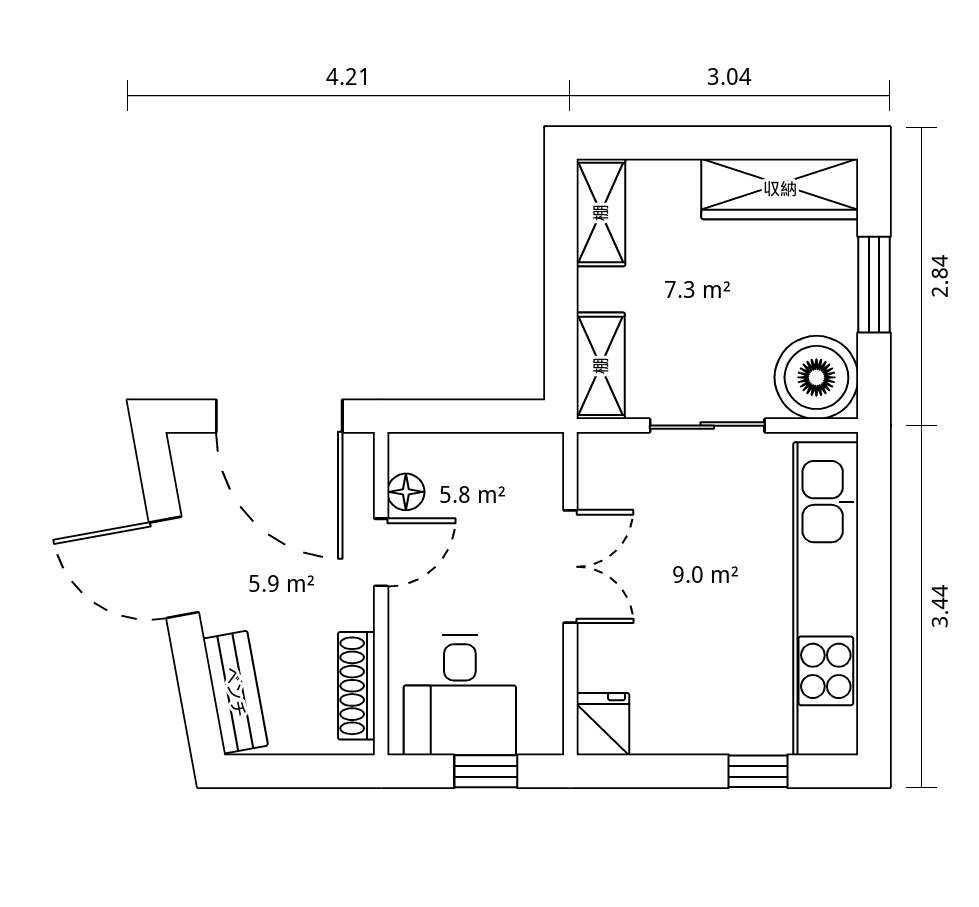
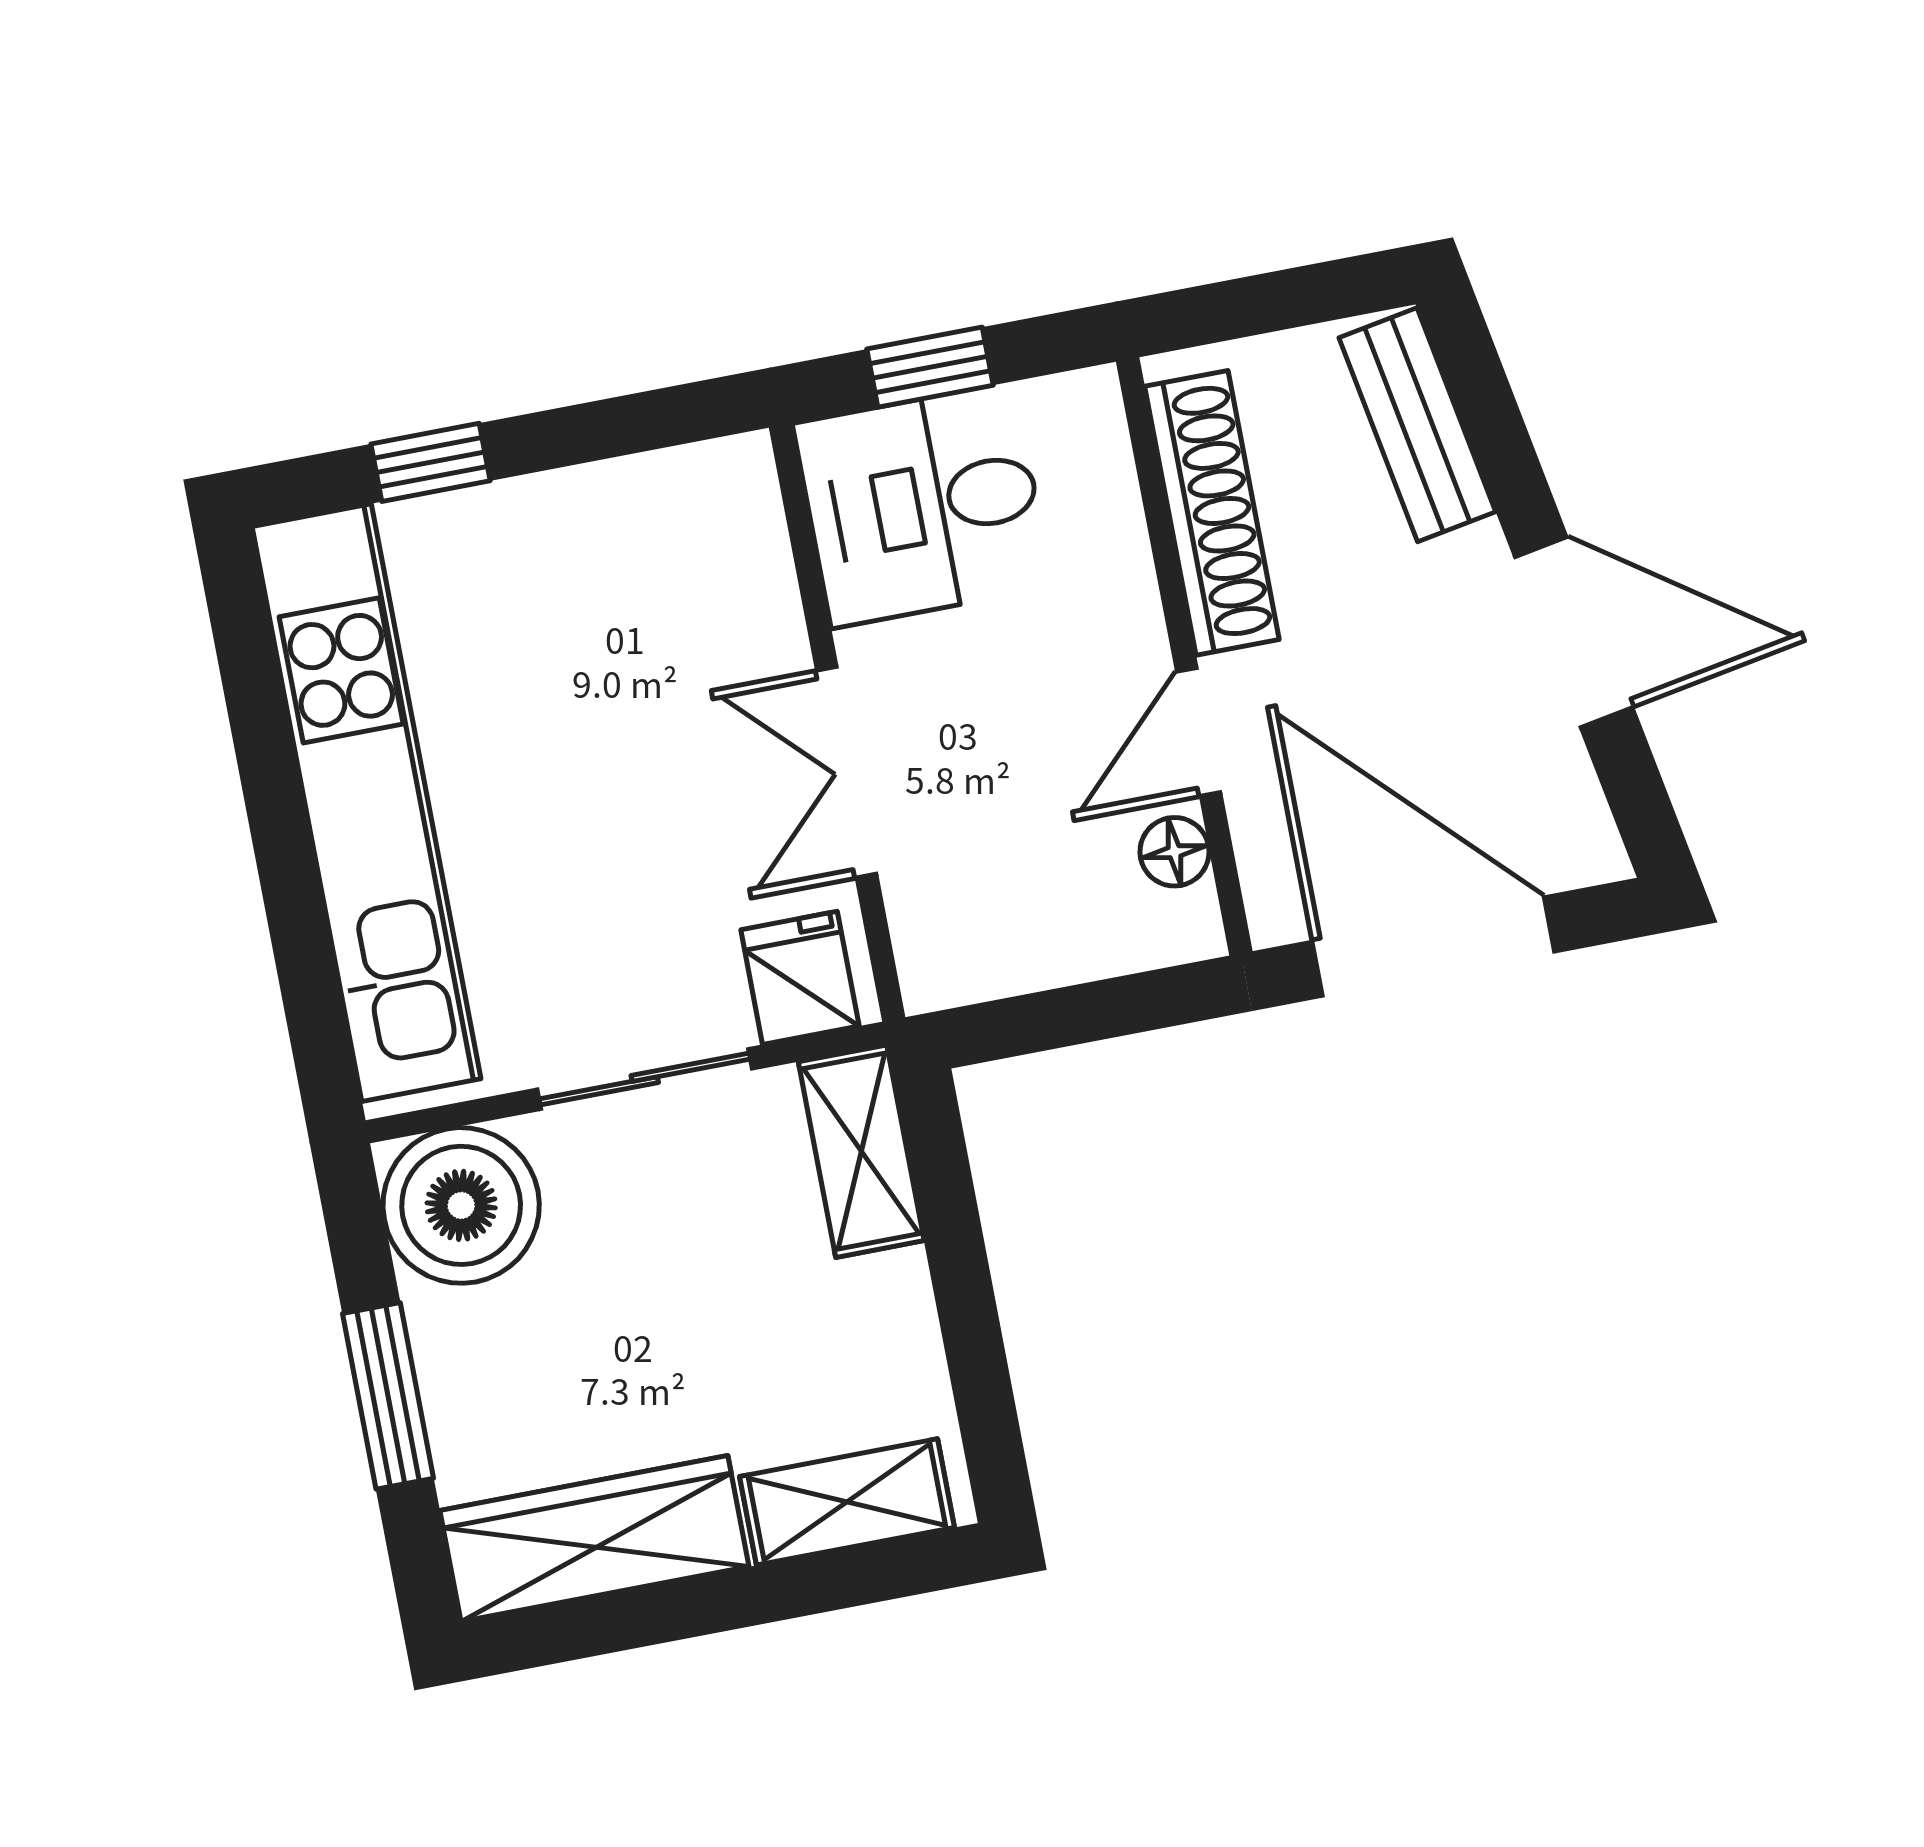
shelving: (601, 213) -> (847, 1502), moved, turned 90
shoe rack: (357, 686) -> (1212, 513), width x1.36, depth x1.24
desk: (460, 695) -> (923, 505), moved, turned -90
fridge: (603, 724) -> (800, 978), moved, turned 180

